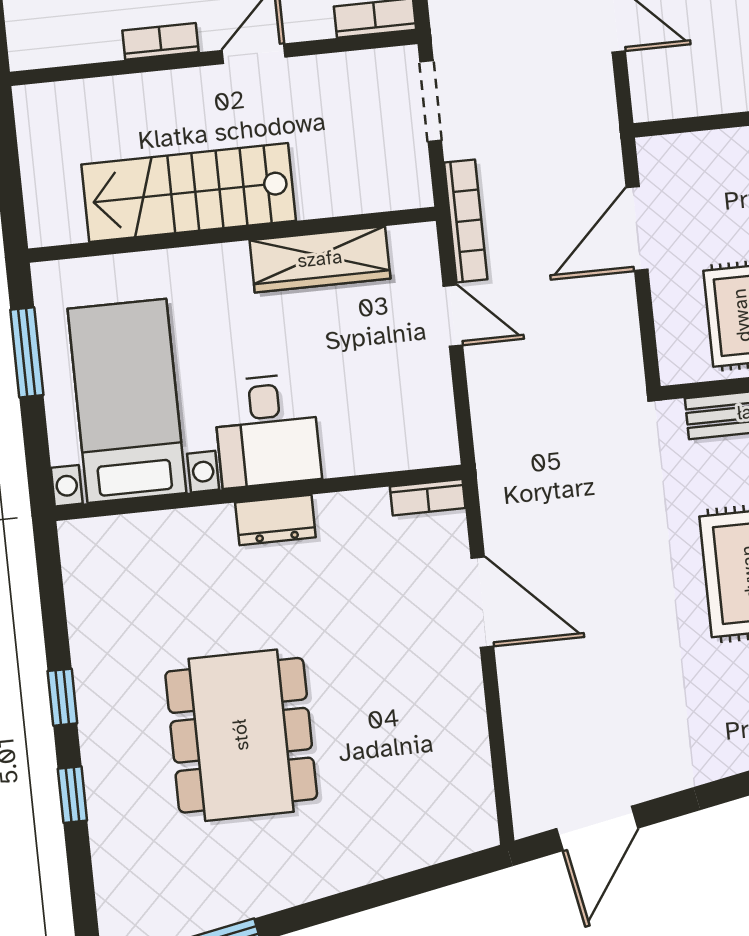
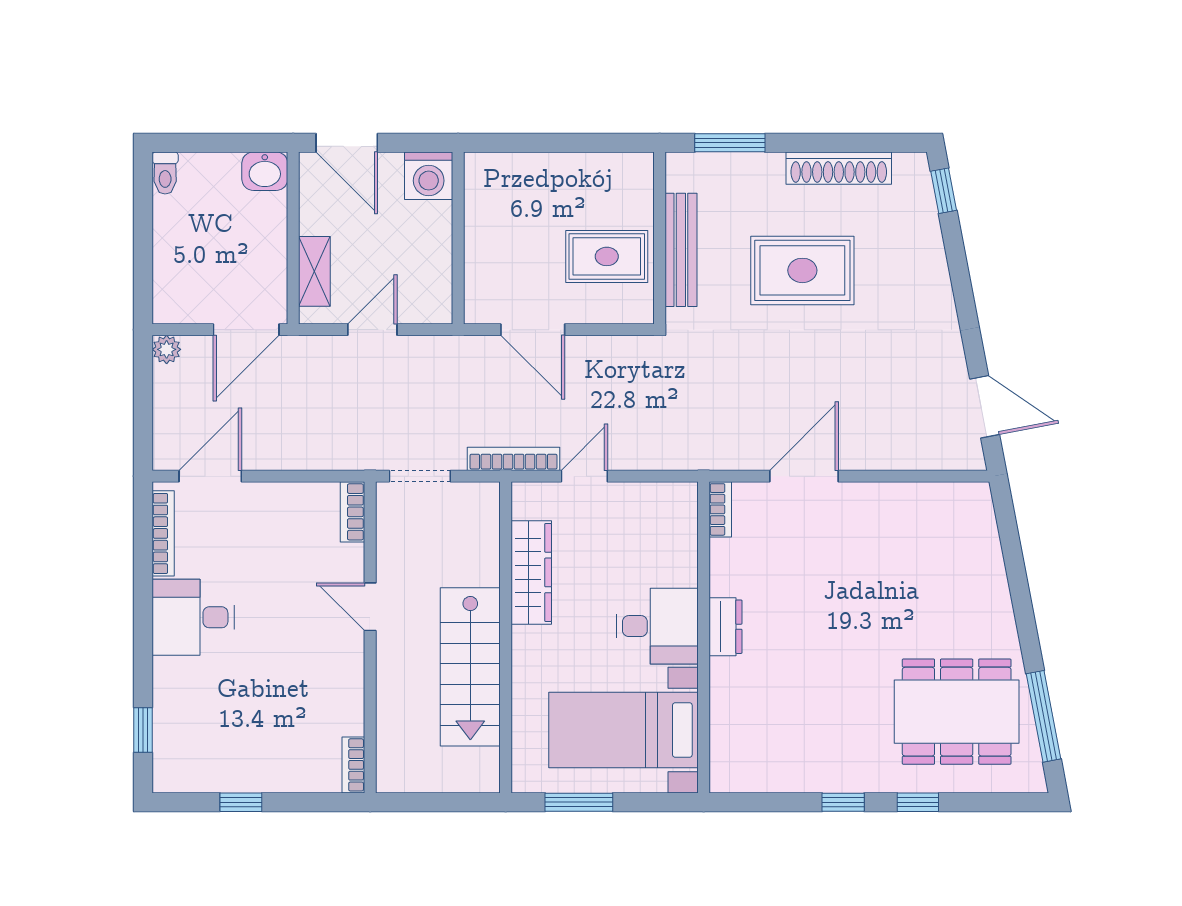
bookcase: (161, 41) -> (353, 765), moved
dining table: (241, 735) -> (957, 712), moved

